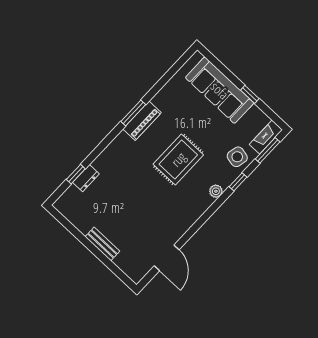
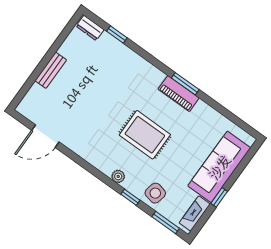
fireplace: (266, 137) -> (195, 214), moved, turned -90
dresser: (86, 178) -> (90, 28), moved

